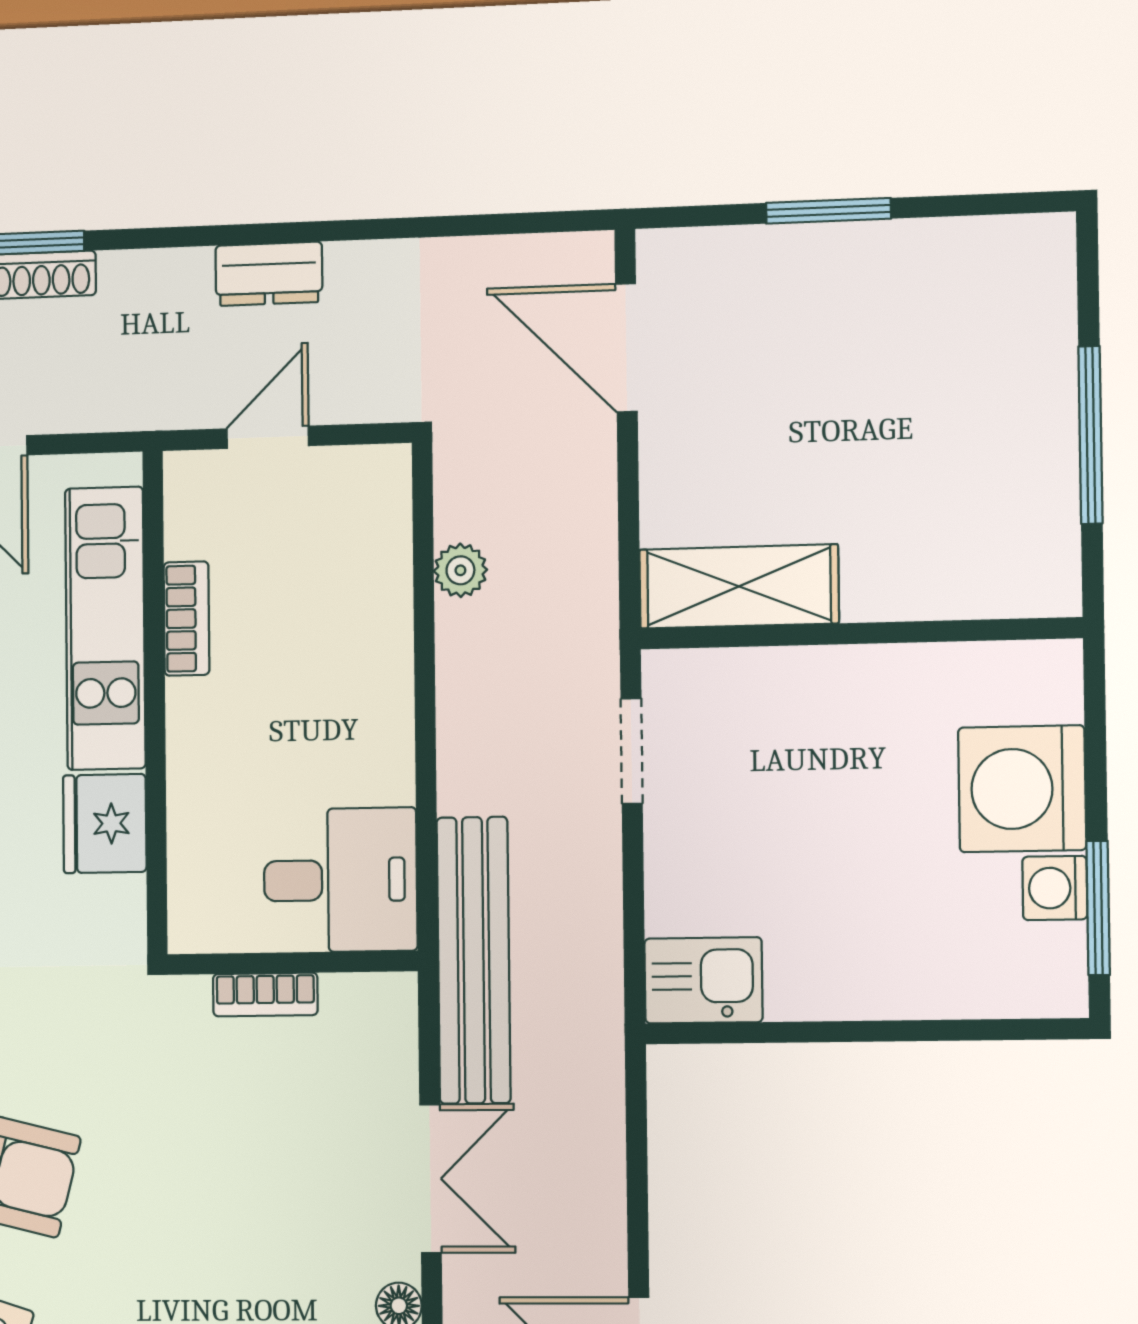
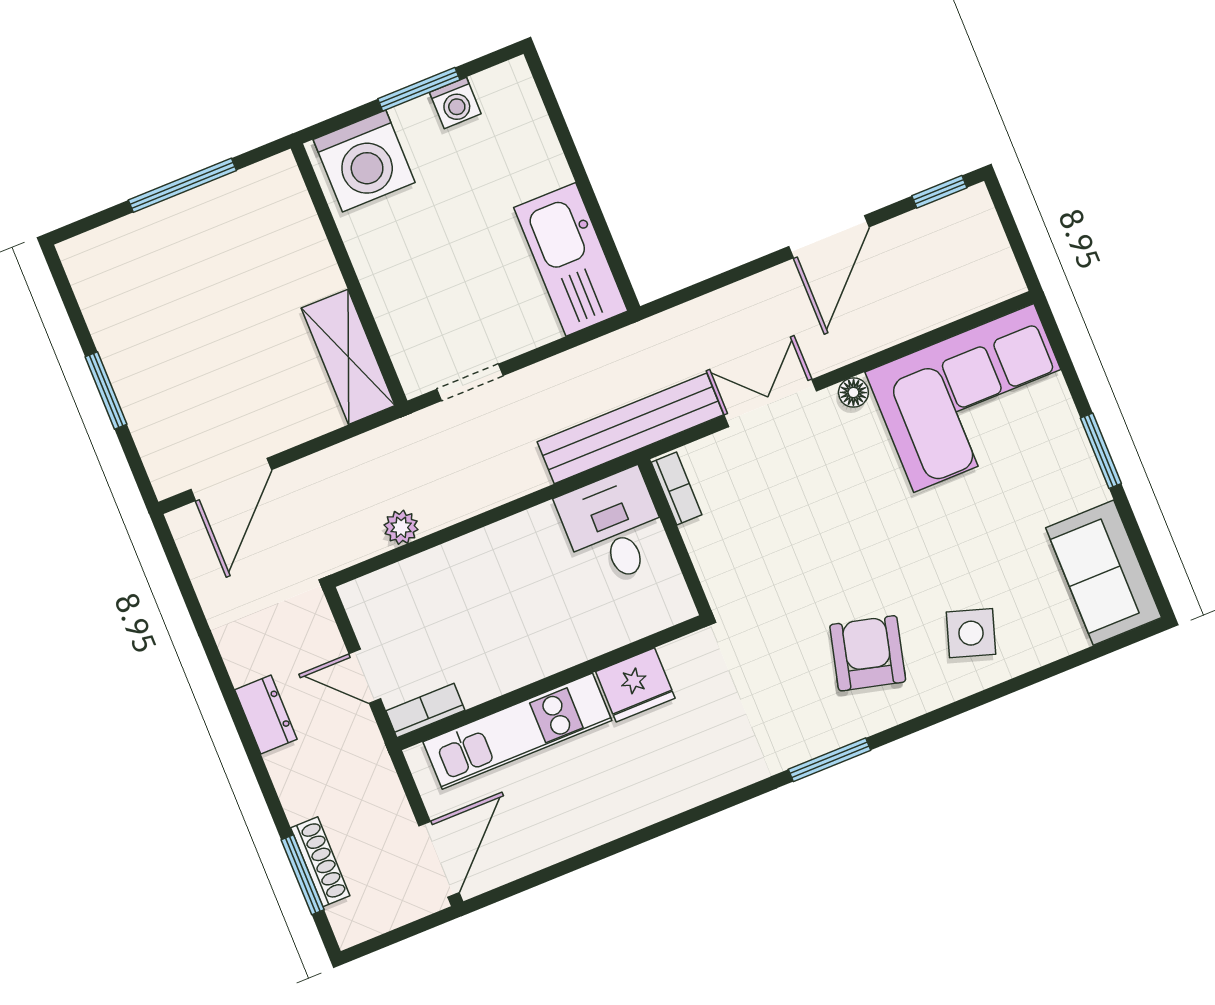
bookcase: (187, 619) -> (425, 711), moved
washing machine: (1022, 789) -> (364, 161), moved
window: (1098, 908) -> (419, 89), moved
kitchen sink: (703, 980) -> (571, 259), width x1.88, depth x1.24
bookcase: (265, 995) -> (677, 488), moved

